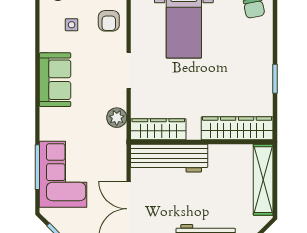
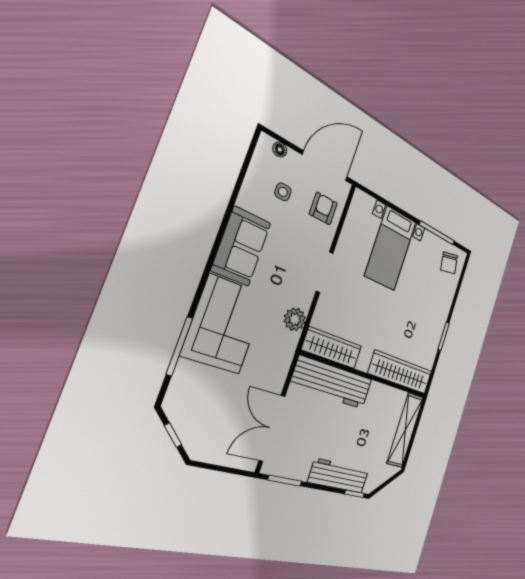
armchair: (109, 21) -> (323, 209), turned 180
corner sofa: (63, 174) -> (224, 324), moved

